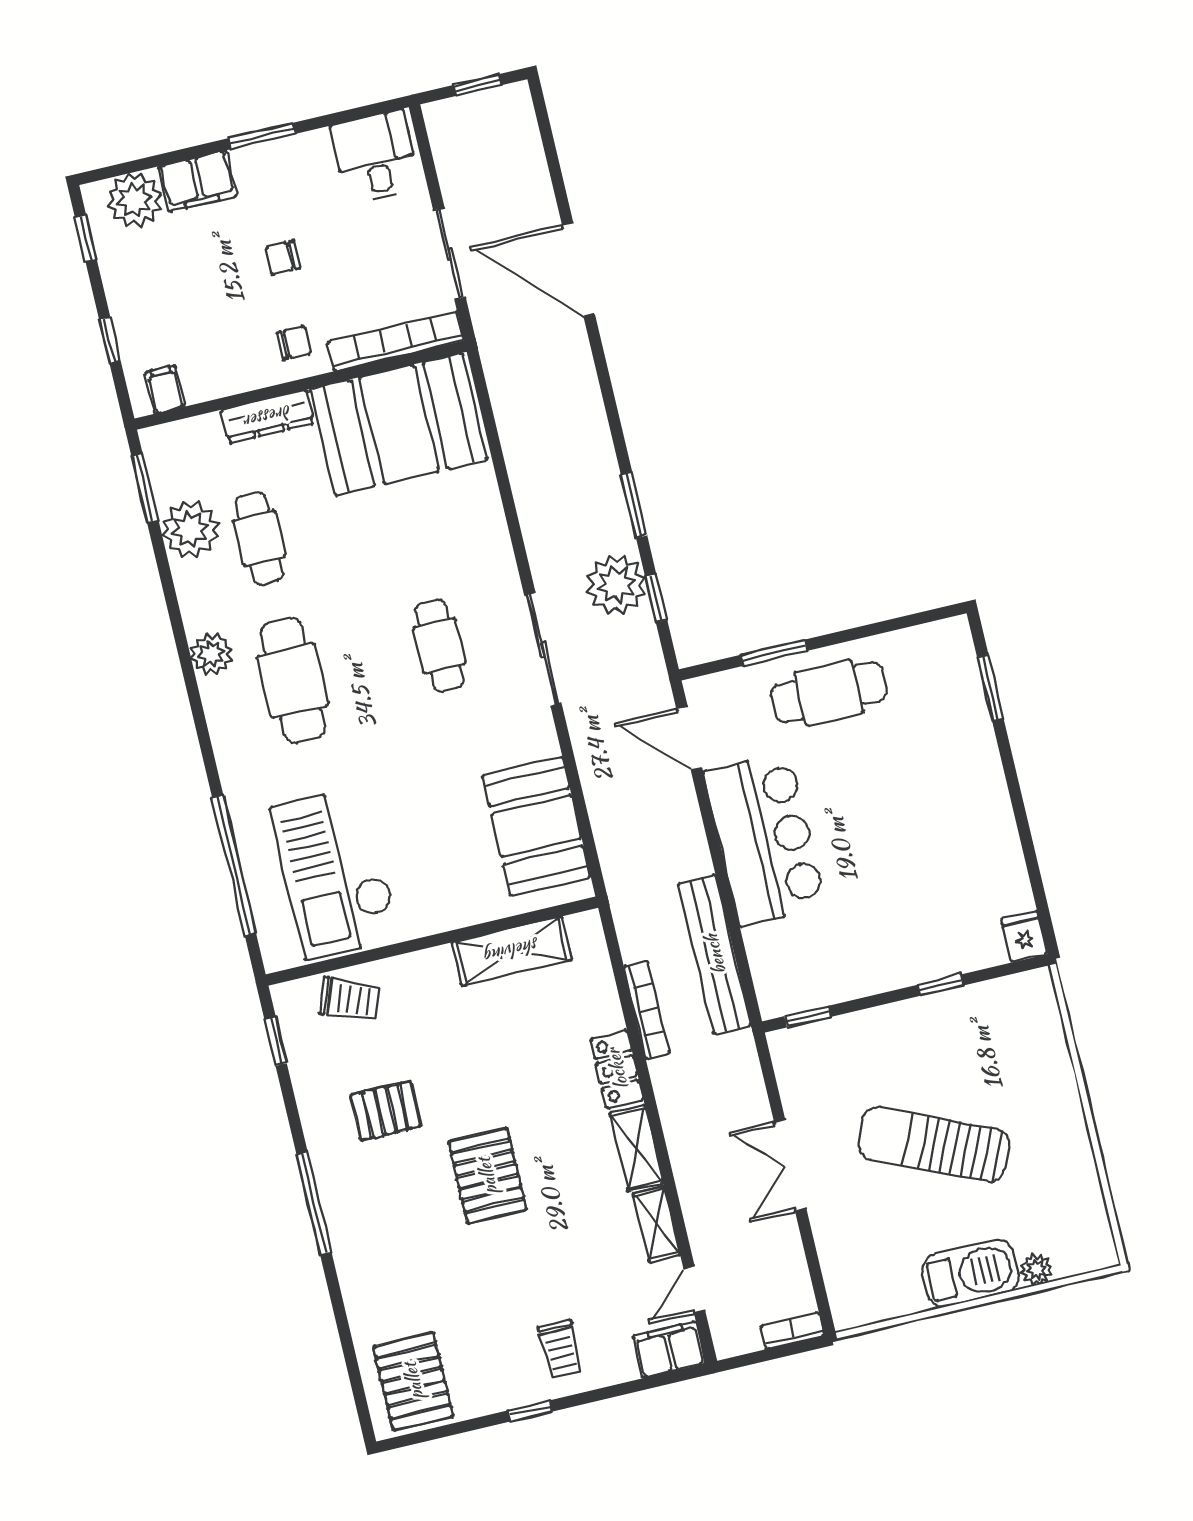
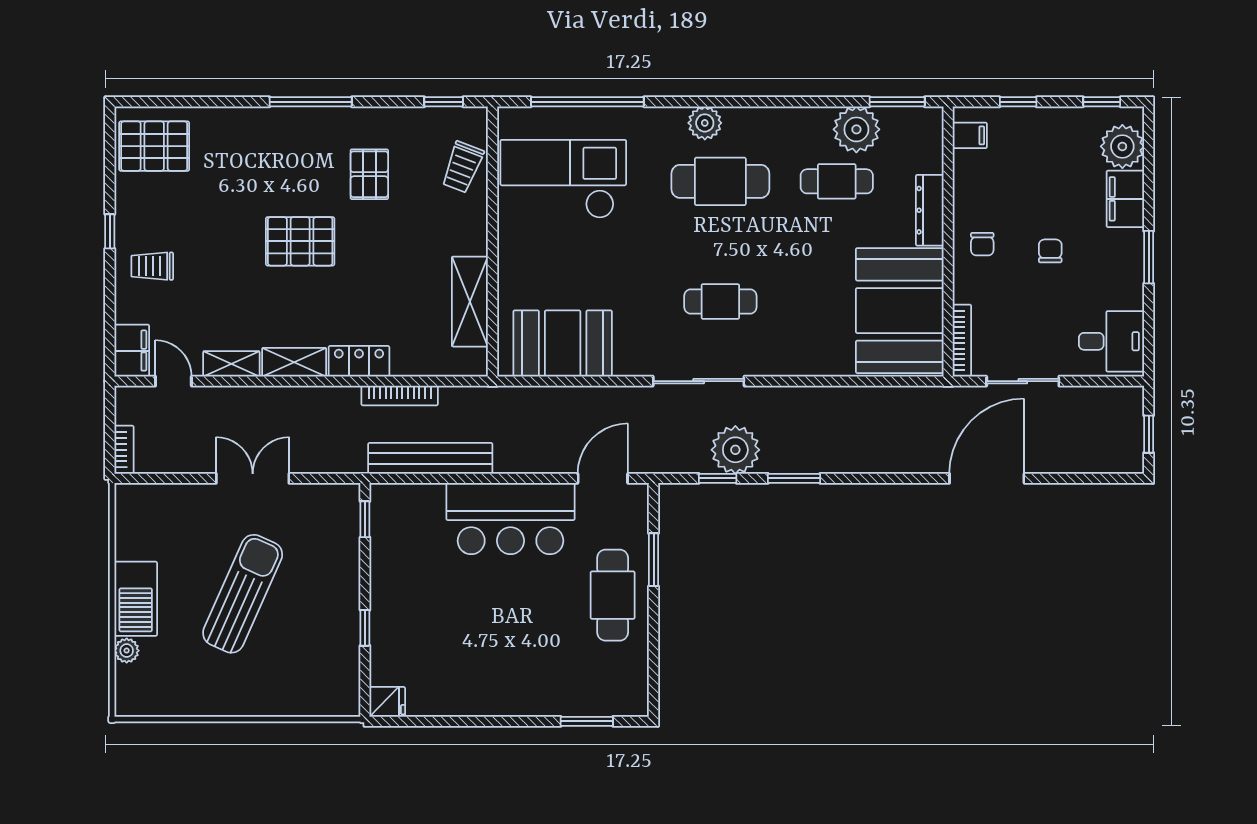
bookcase: (396, 341) -> (962, 341), width x0.68, depth x0.76
plant: (211, 654) -> (705, 123), moved

